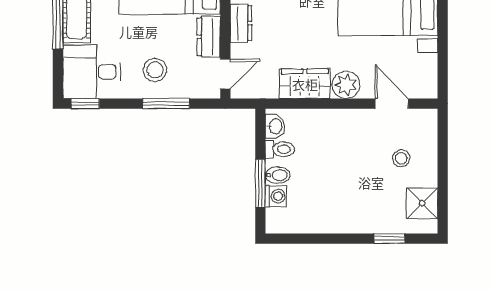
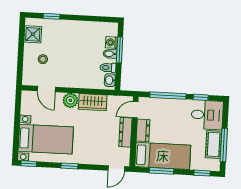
dresser: (241, 23) -> (125, 132), width x1.44
stool: (155, 70) -> (173, 114), removed
window: (85, 104) -> (201, 97), moved
window: (166, 104) -> (168, 96), width x1.44

